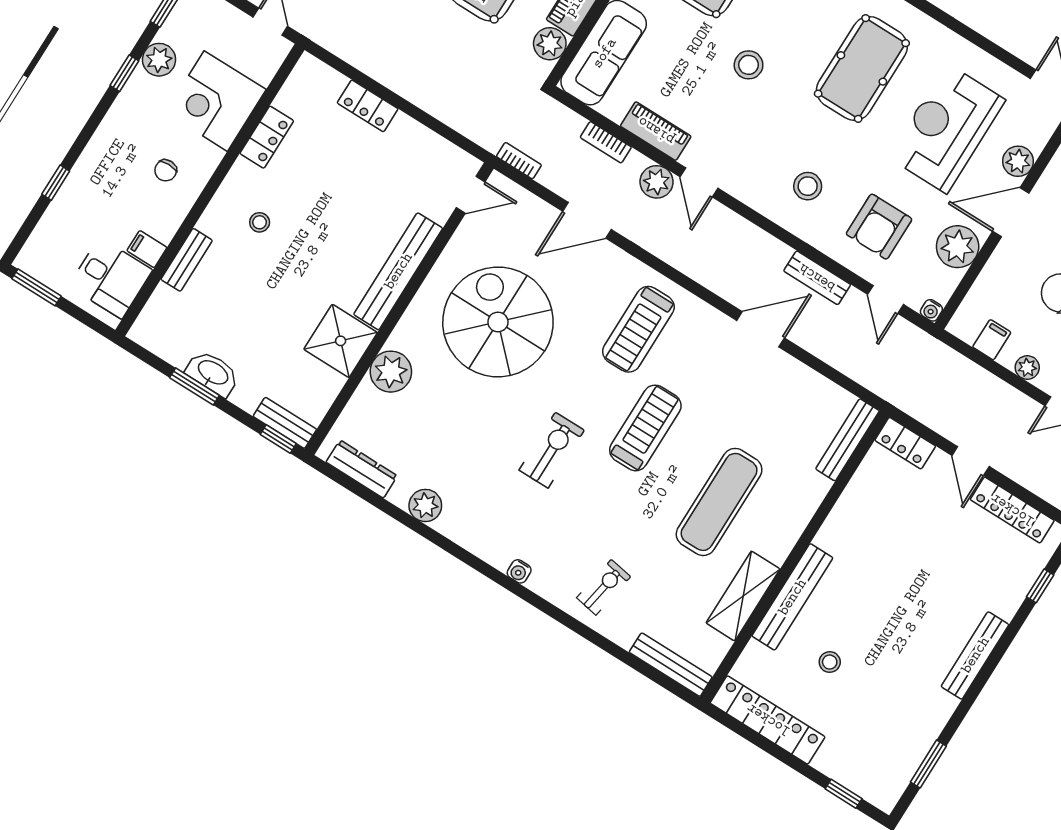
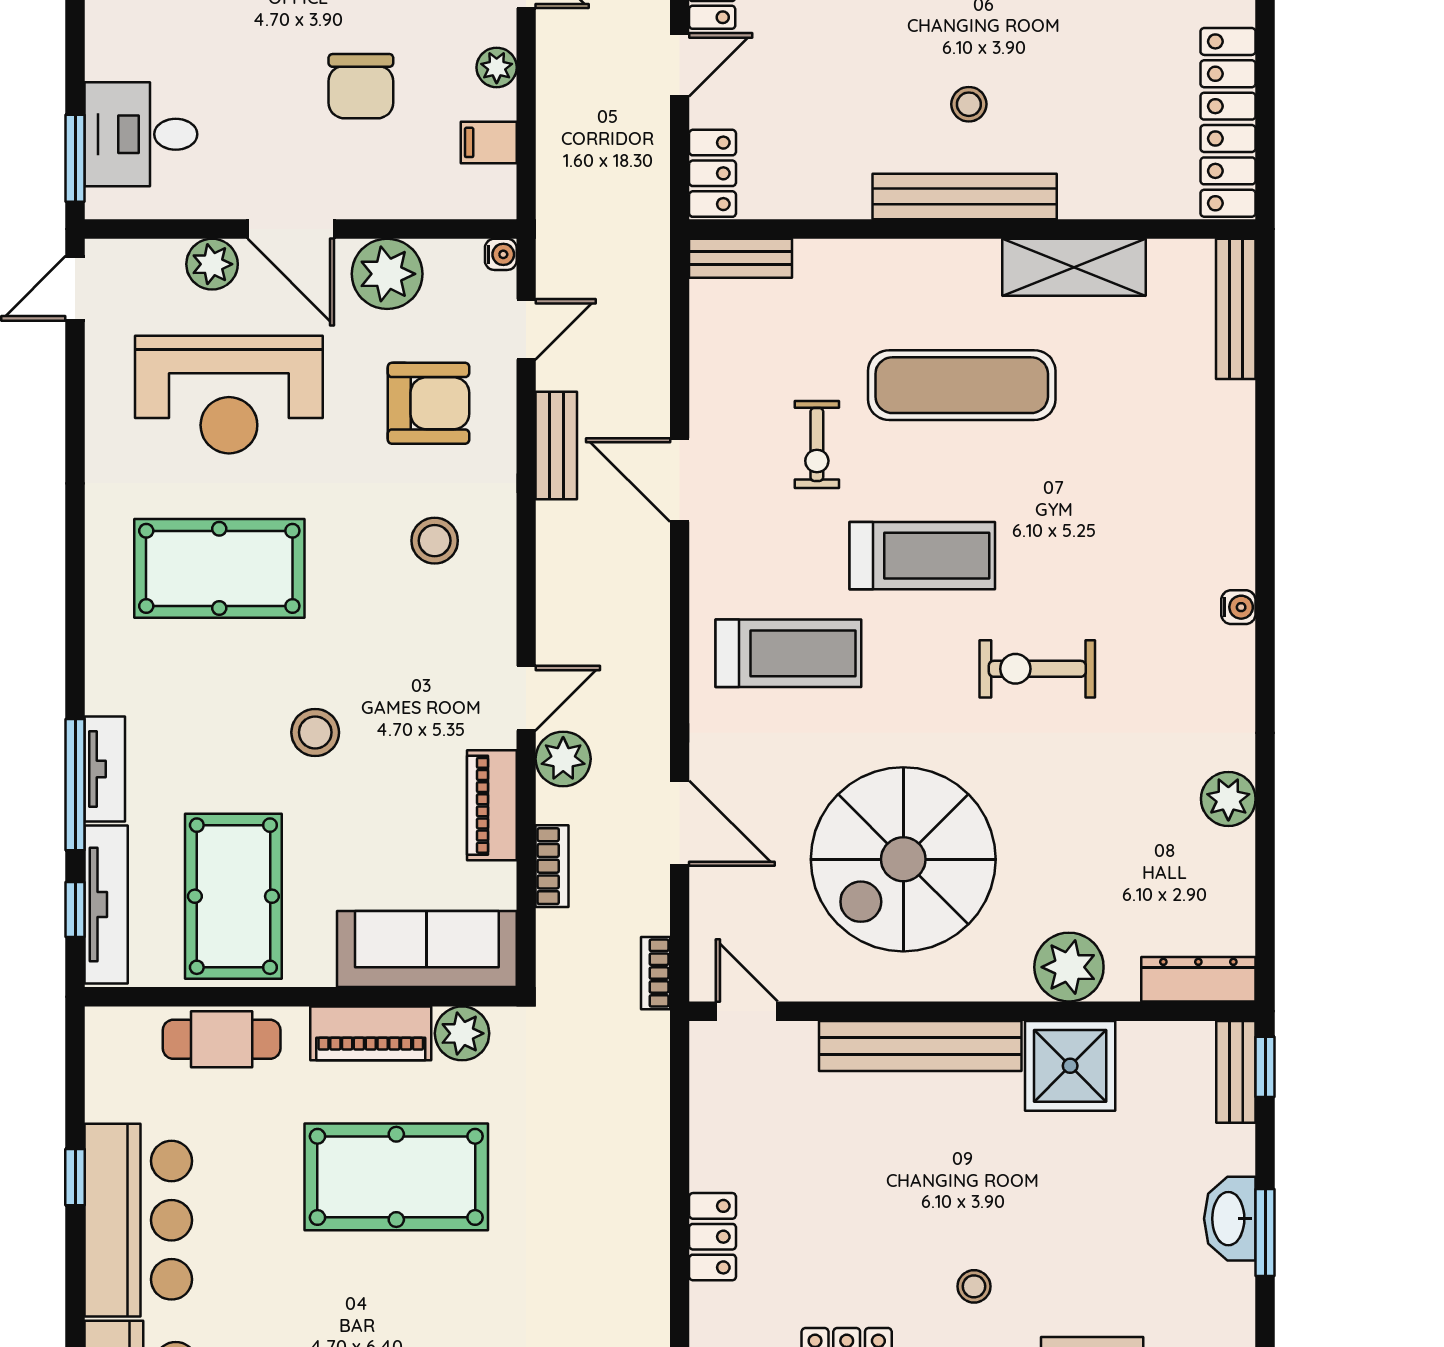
treadmill: (645, 428) -> (922, 556), turned 180
bench: (847, 440) -> (741, 258), width x0.73
dresser: (362, 469) -> (1198, 979), moved, turned 90
exercise bike: (604, 587) -> (817, 444), moved, turned -100
bench: (792, 597) -> (965, 197), moved
stool: (830, 662) -> (969, 104), moved

